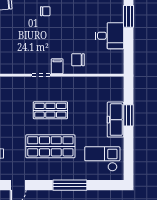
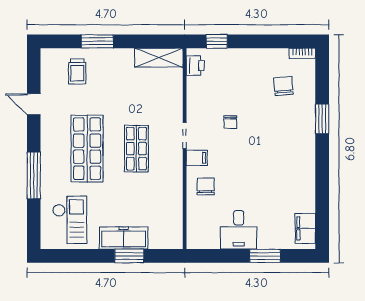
chair: (45, 11) -> (230, 122), moved

